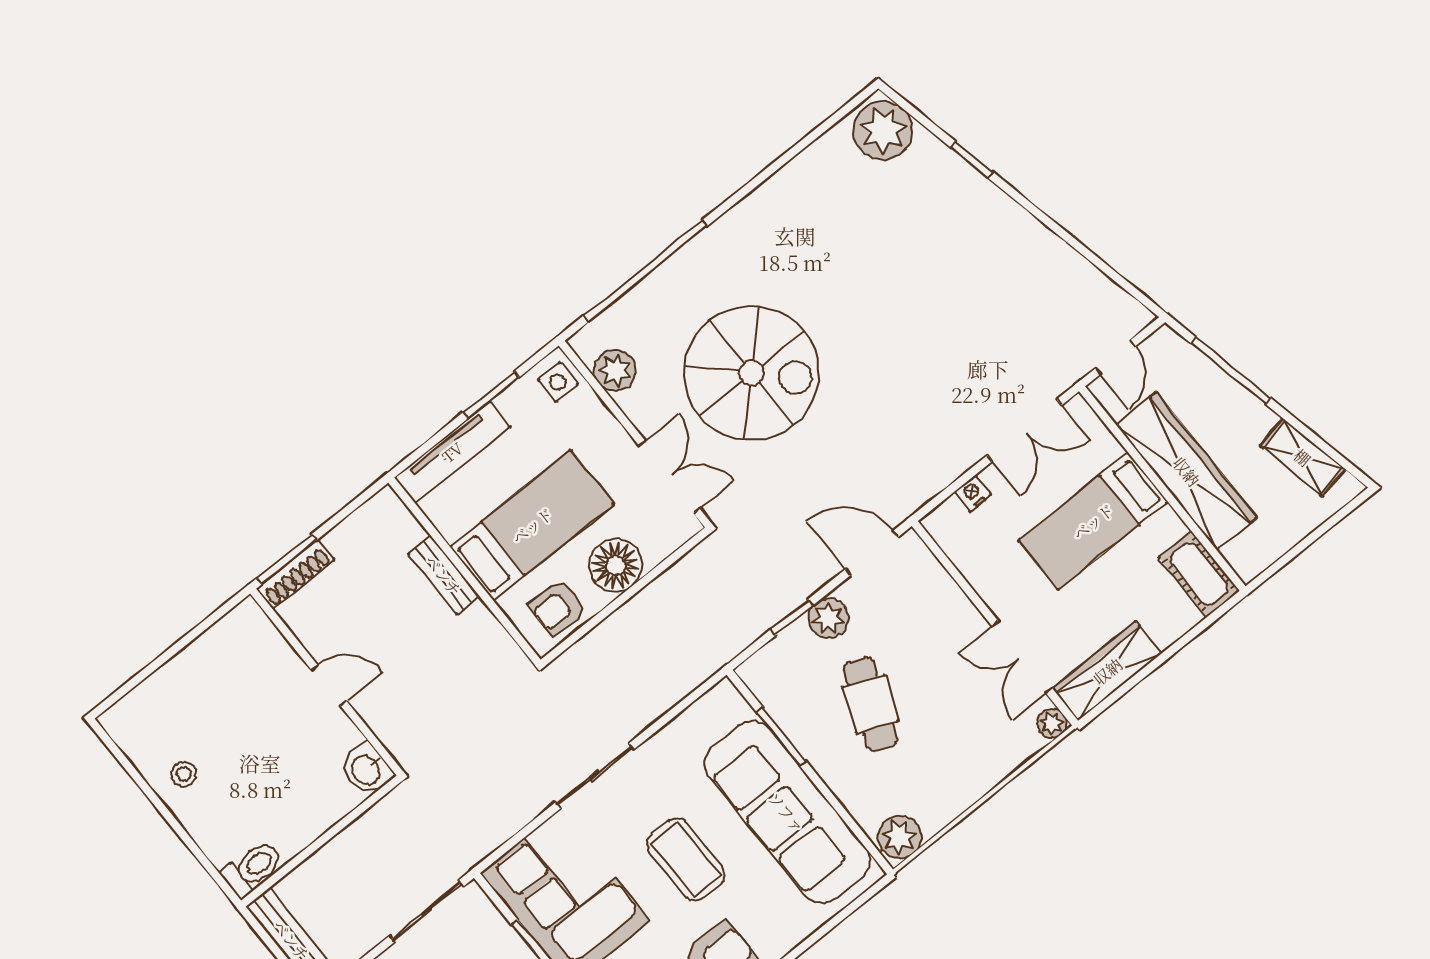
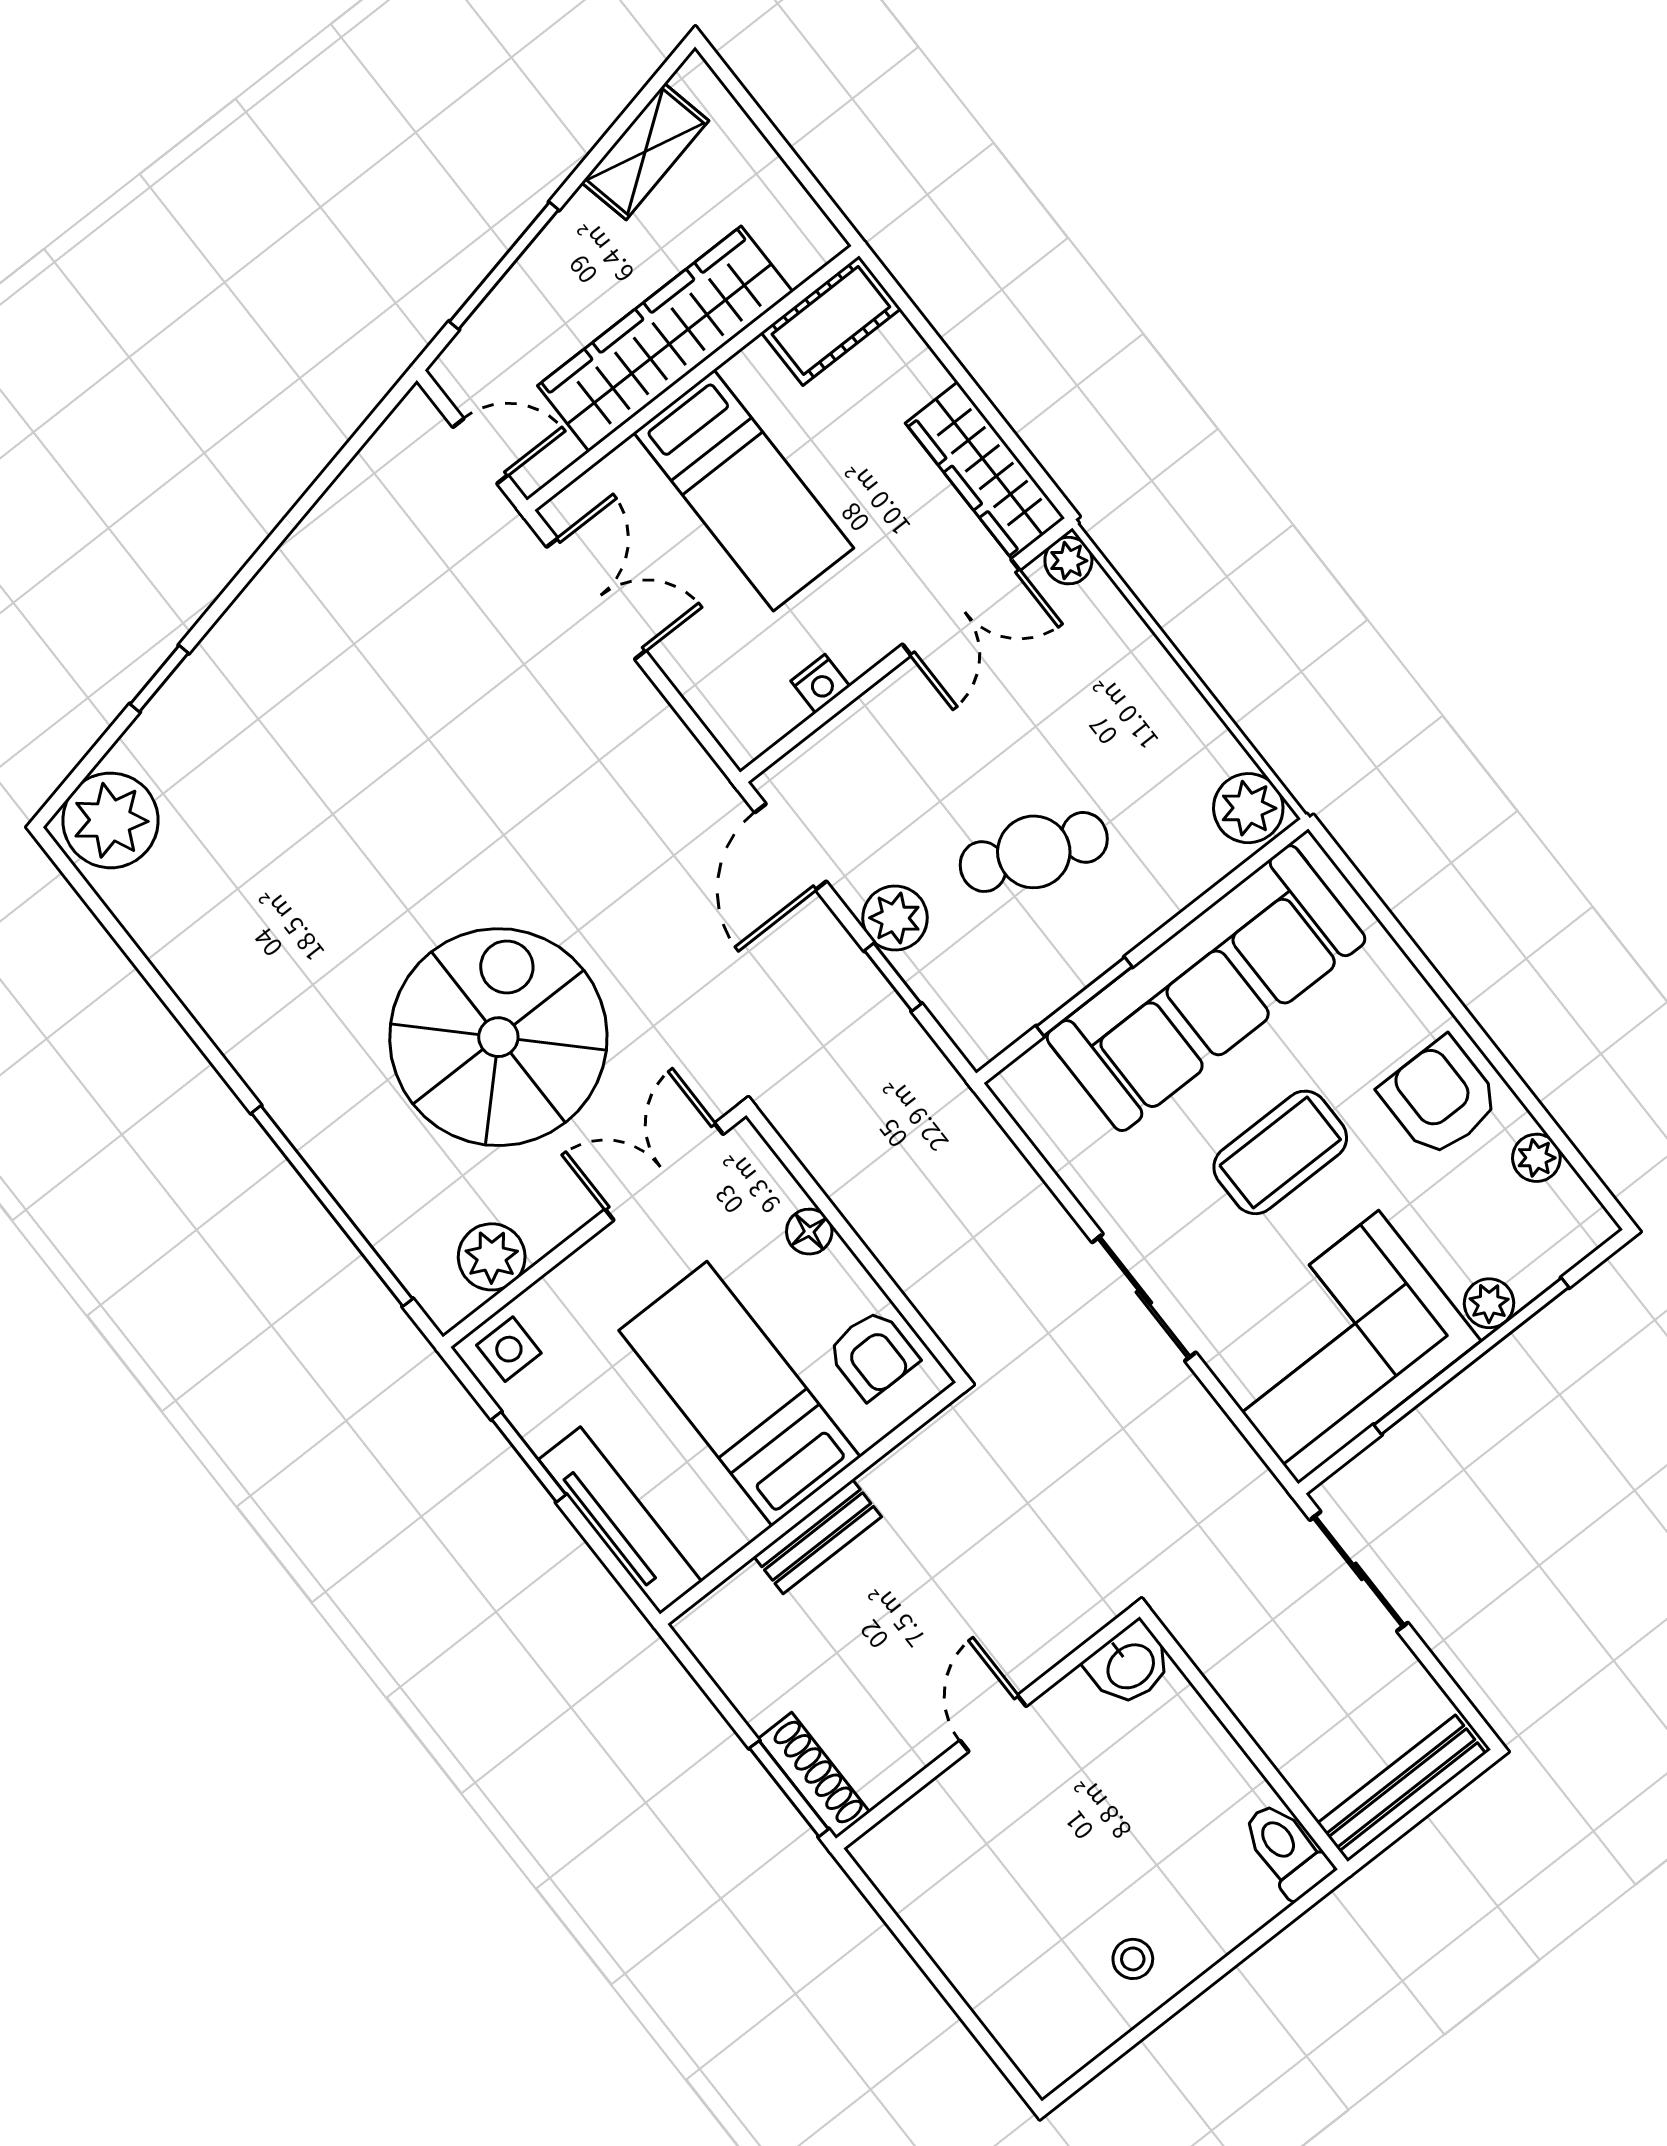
nightstand: (973, 493) -> (820, 684), moved, turned -90
floor lamp: (616, 566) -> (809, 1232), width x0.53, depth x0.53

